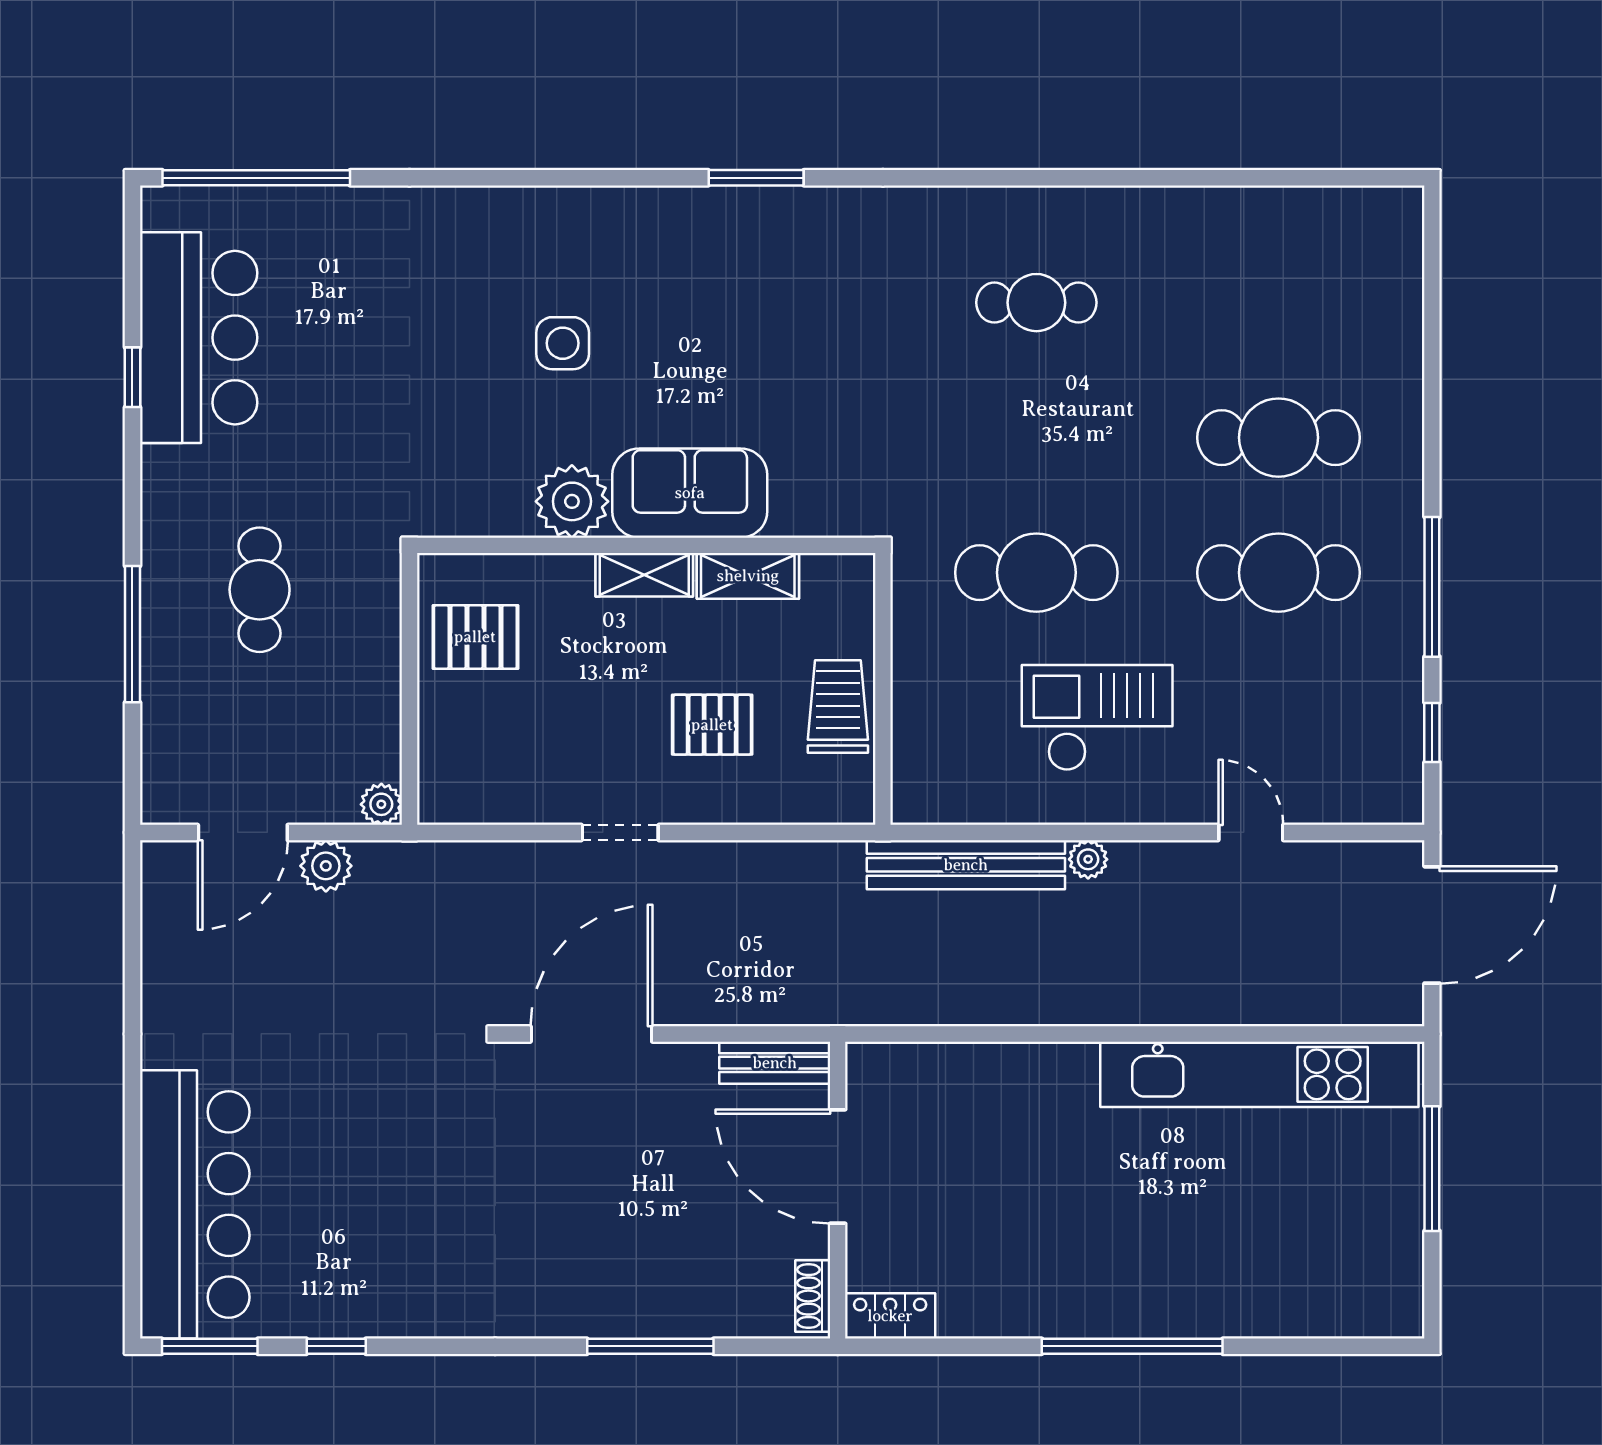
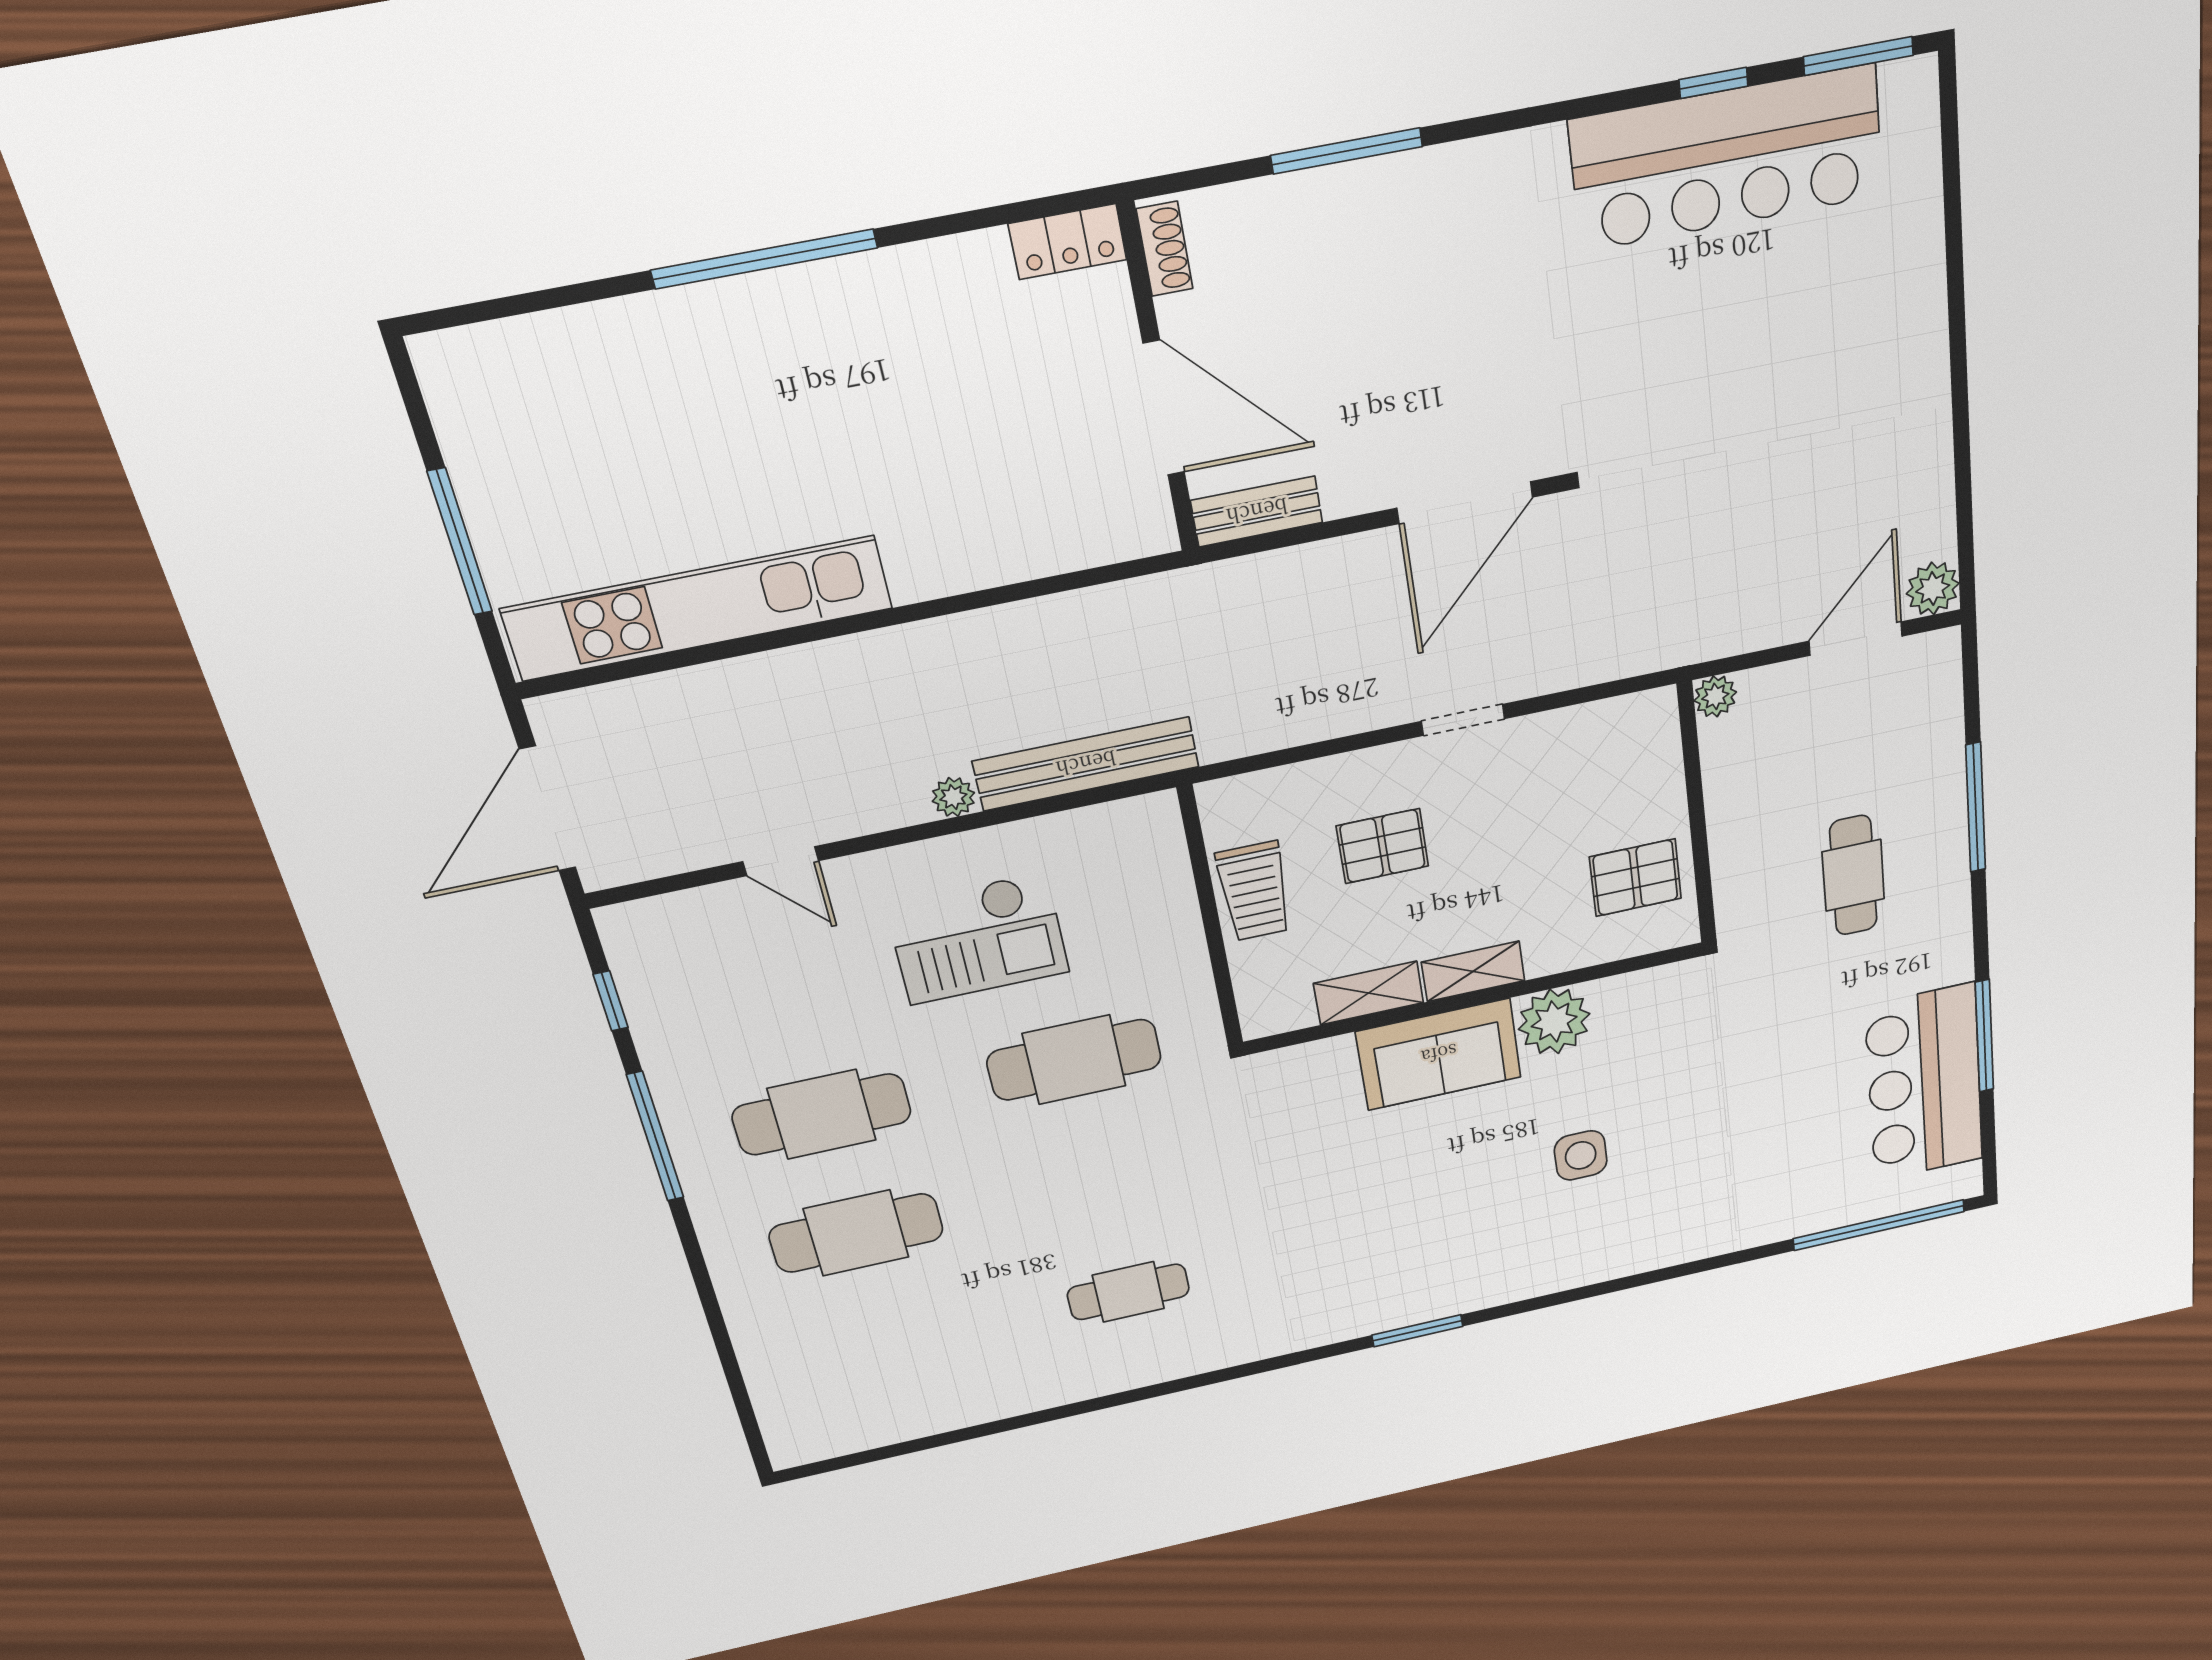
window: (132, 377) -> (1984, 1036), width x2.17
plant: (326, 866) -> (1933, 589), moved
bar counter: (195, 1204) -> (1727, 158), moved, turned -90

